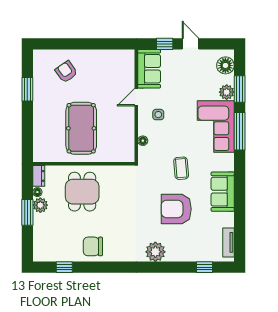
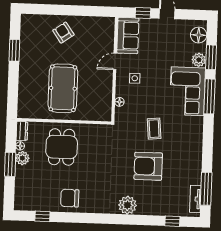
armchair: (66, 72) -> (63, 33), moved
sofa: (223, 192) -> (192, 152), removed
window: (240, 231) -> (206, 189), added

